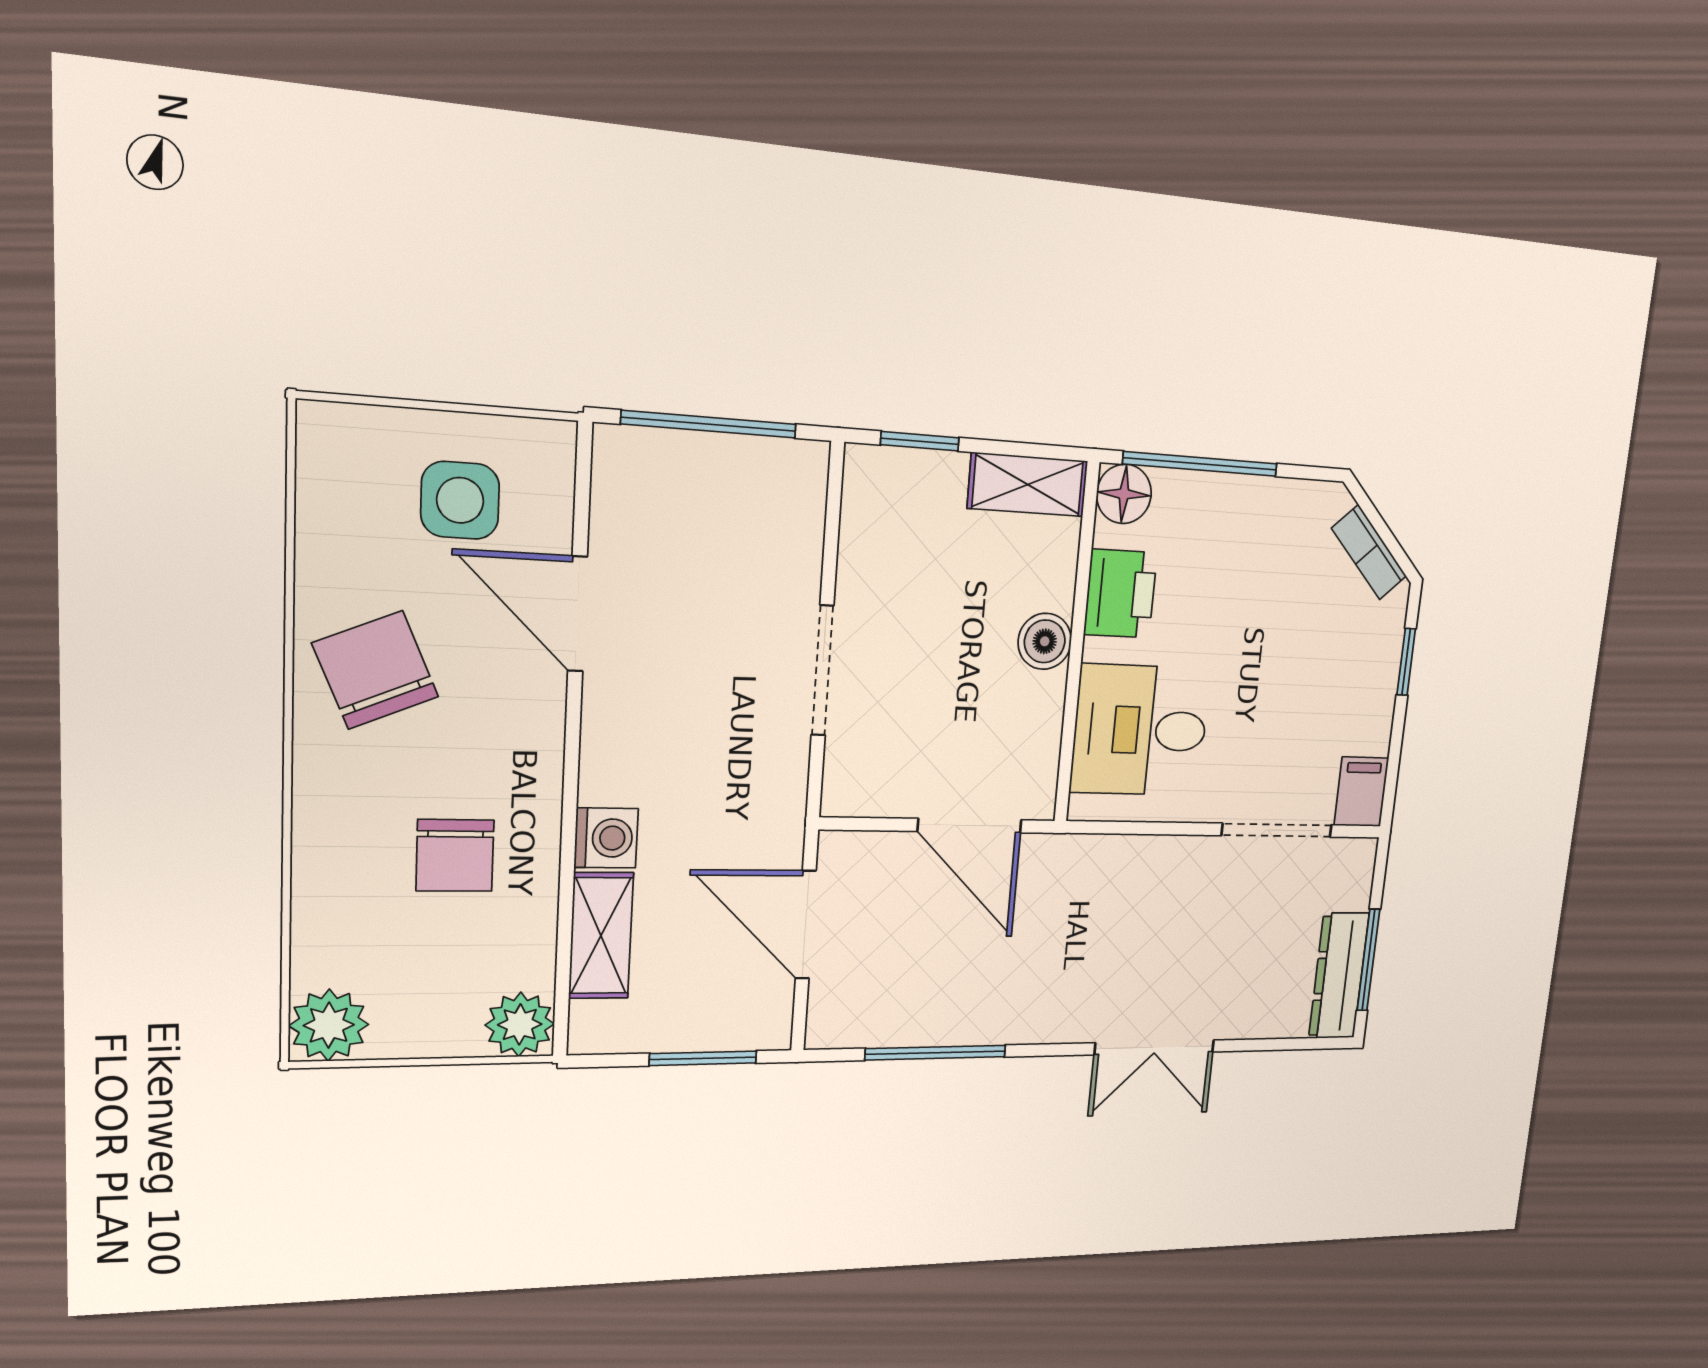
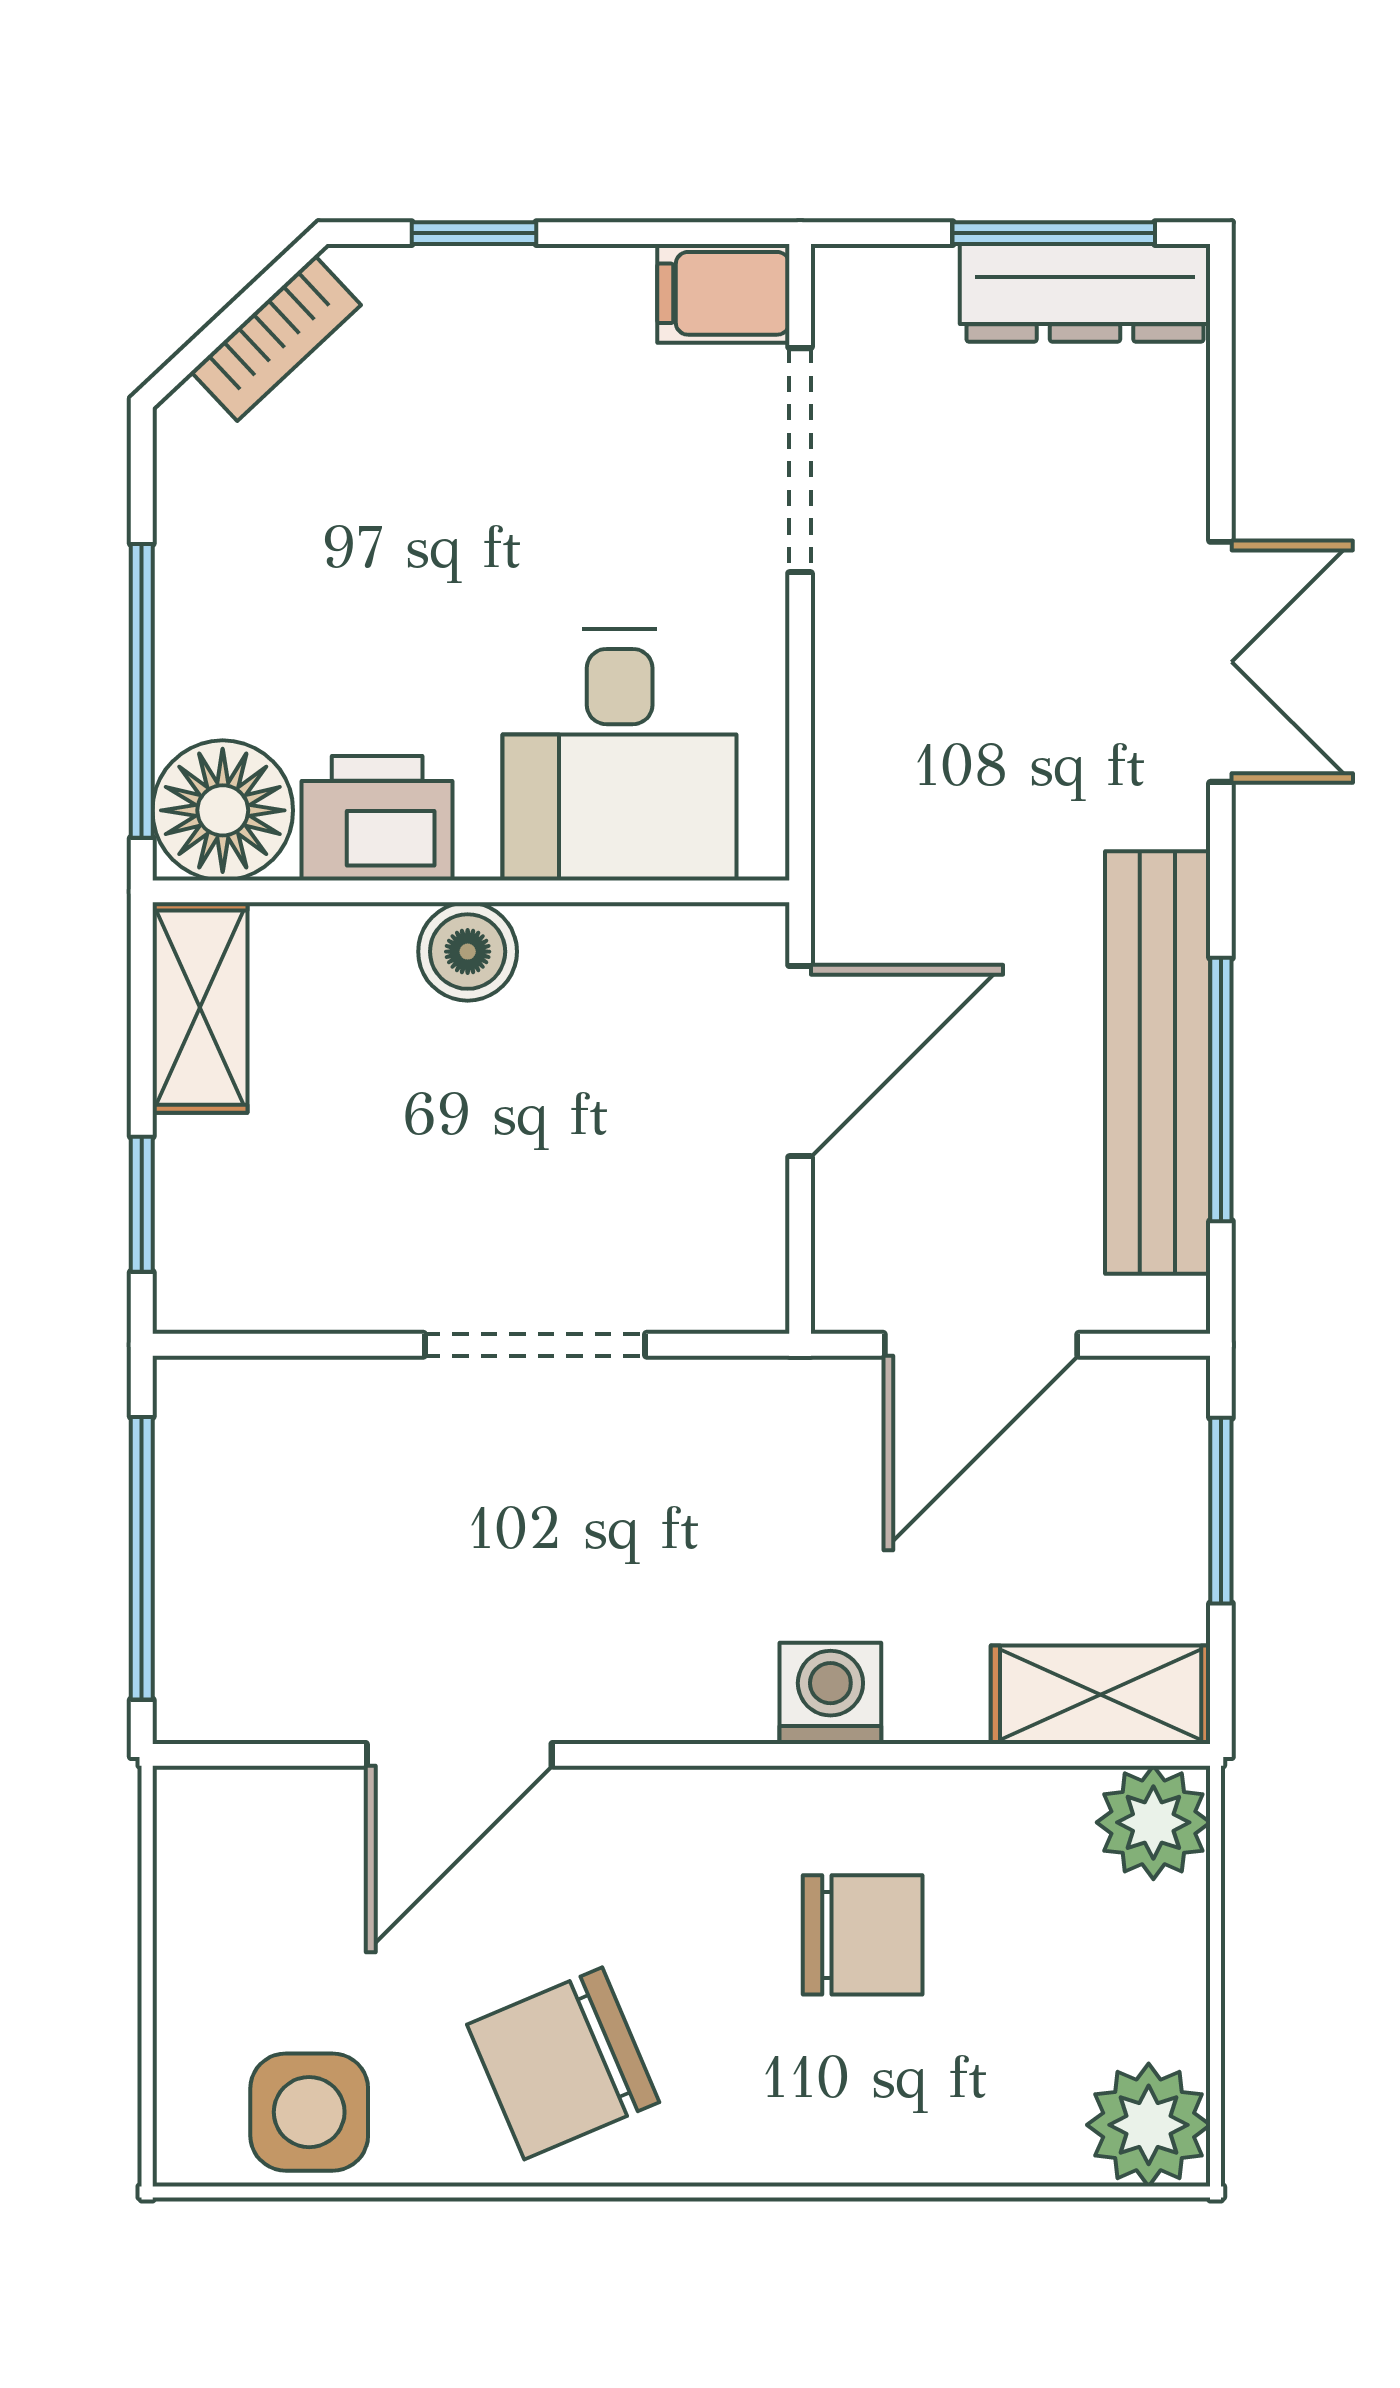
floor lamp: (1124, 494) -> (223, 810), width x1.38, depth x1.38
side table: (460, 500) -> (309, 2112), moved
shelving: (601, 936) -> (1101, 1695), moved
bench: (953, 1019) -> (1158, 1063), added

